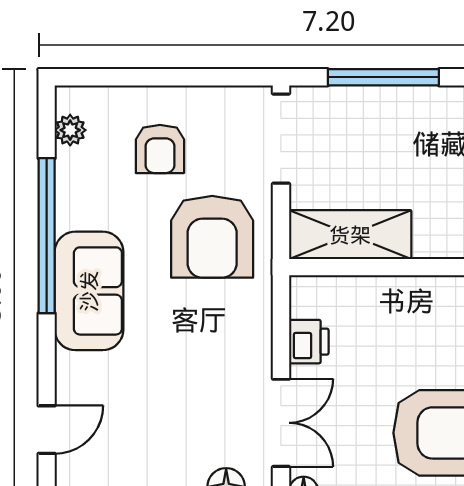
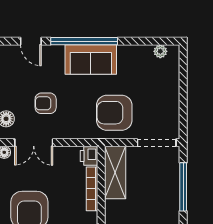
armchair: (160, 149) -> (46, 103), moved
window: (47, 236) -> (84, 41), moved
bookcase: (388, 288) -> (92, 189), added
printer: (309, 342) -> (89, 156), moved, turned 90

